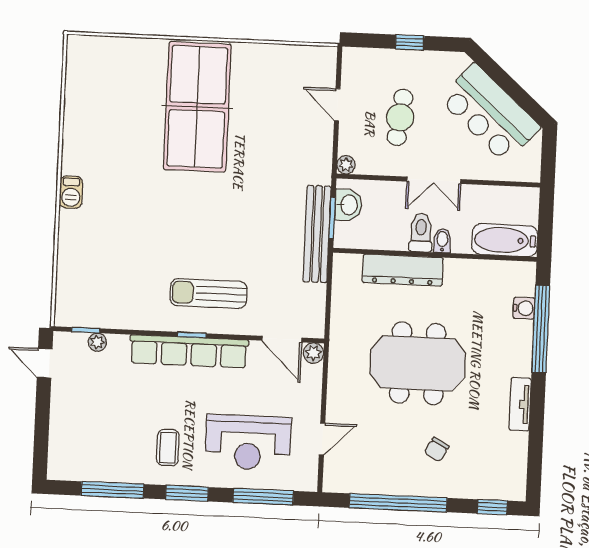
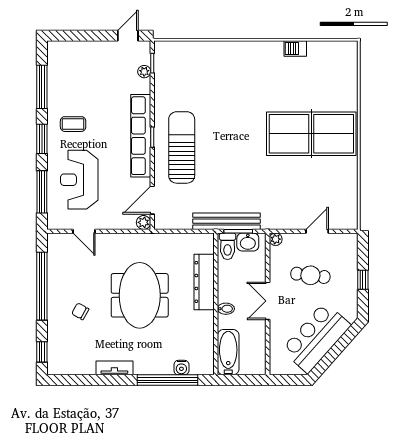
barbecue: (71, 192) -> (295, 49), moved
toilet: (421, 233) -> (228, 246), moved, turned 90
sun lounger: (209, 293) -> (182, 147), width x1.36, depth x1.34

